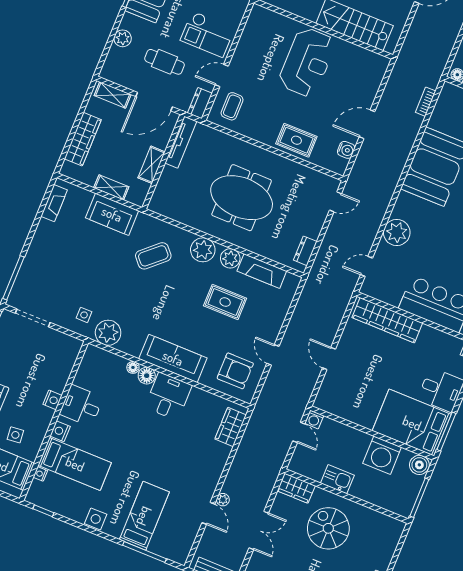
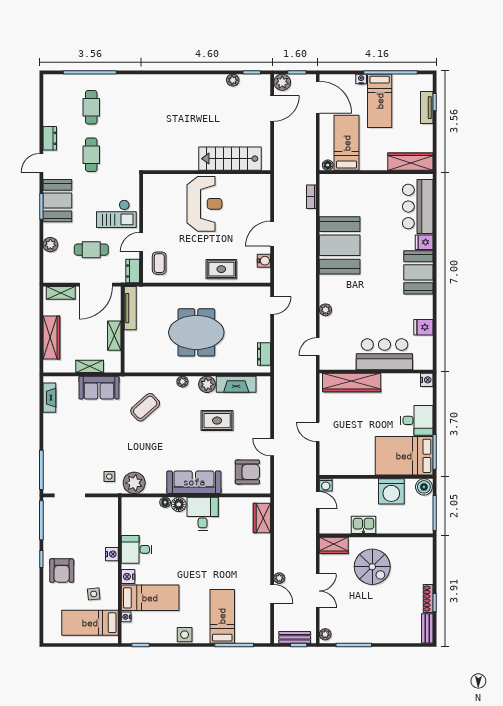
plant: (397, 232) -> (325, 310), width x0.53, depth x0.53
plant: (203, 250) -> (182, 382), width x0.53, depth x0.53
spiral stairs: (328, 528) -> (372, 567), turned 180

